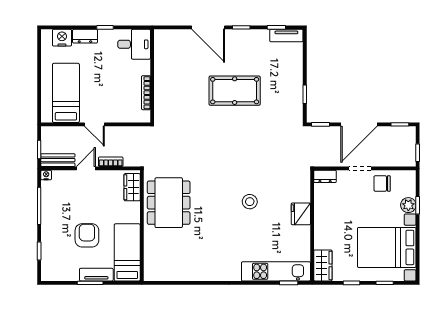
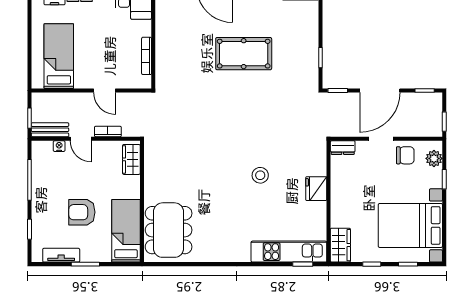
door: (94, 124) -> (104, 91), moved
door: (86, 168) -> (81, 139), swing flipped
nightstand: (46, 175) -> (59, 146), moved
chair: (382, 183) -> (405, 155), turned 180
dining table: (169, 203) -> (169, 230), moved
plant: (408, 205) -> (434, 158), moved
armchair: (87, 235) -> (82, 212), turned -90
tv unit: (96, 275) -> (61, 255), moved

